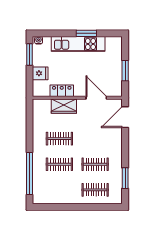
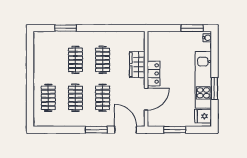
fridge: (40, 73) -> (203, 116), moved, turned 90
locker: (62, 91) -> (154, 73), moved
clothes rail: (95, 139) -> (103, 98), added
window: (30, 174) -> (66, 28), width x0.47
window: (125, 178) -> (96, 130), moved

